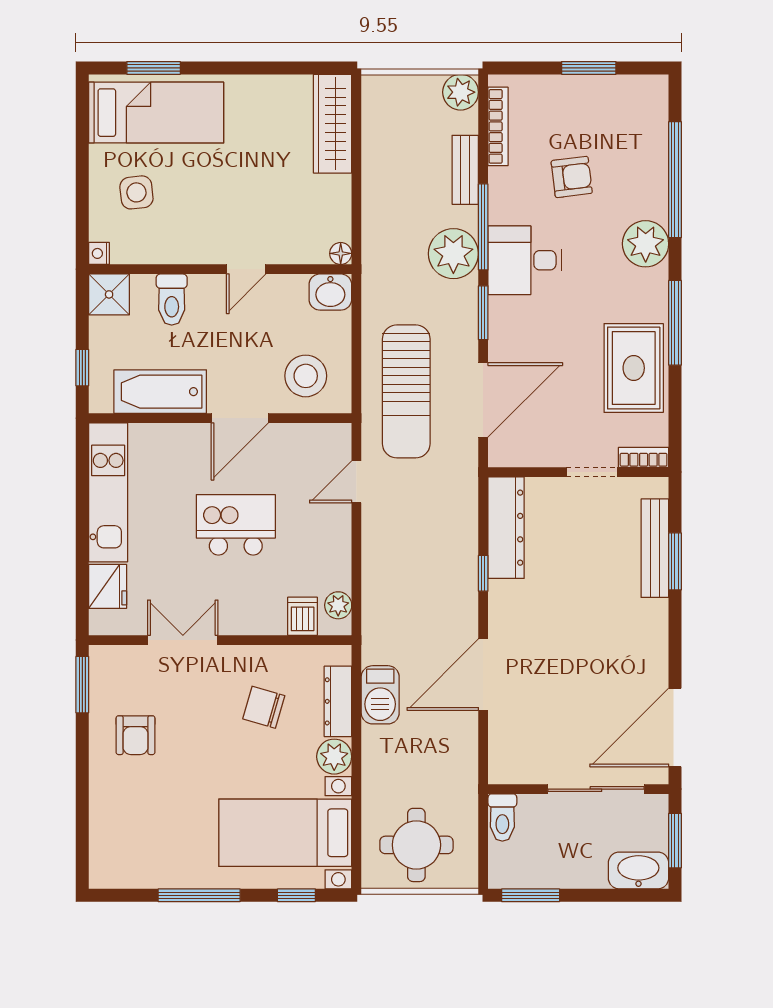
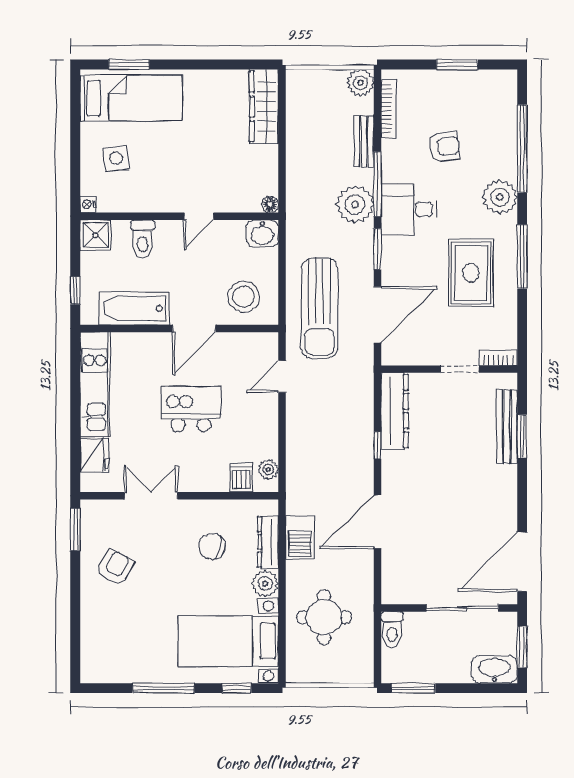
rug: (634, 368) -> (471, 273), moved
armchair: (136, 735) -> (115, 567), turned -150
round table: (416, 845) -> (324, 617), moved

